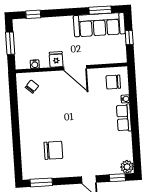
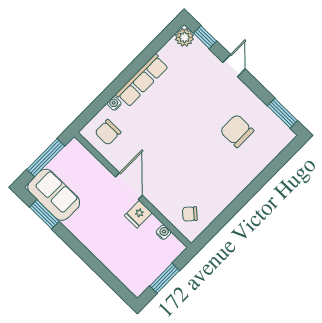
window: (33, 14) -> (112, 281), removed
sofa: (99, 25) -> (54, 195), width x0.73
window: (129, 38) -> (46, 158), width x2.17
chair: (113, 82) -> (108, 132), turned 90
row of seats: (124, 118) -> (142, 80), width x1.48

